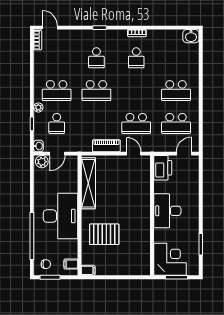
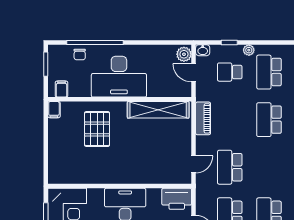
piano: (106, 146) -> (203, 118), moved
chair: (46, 264) -> (80, 54), moved

